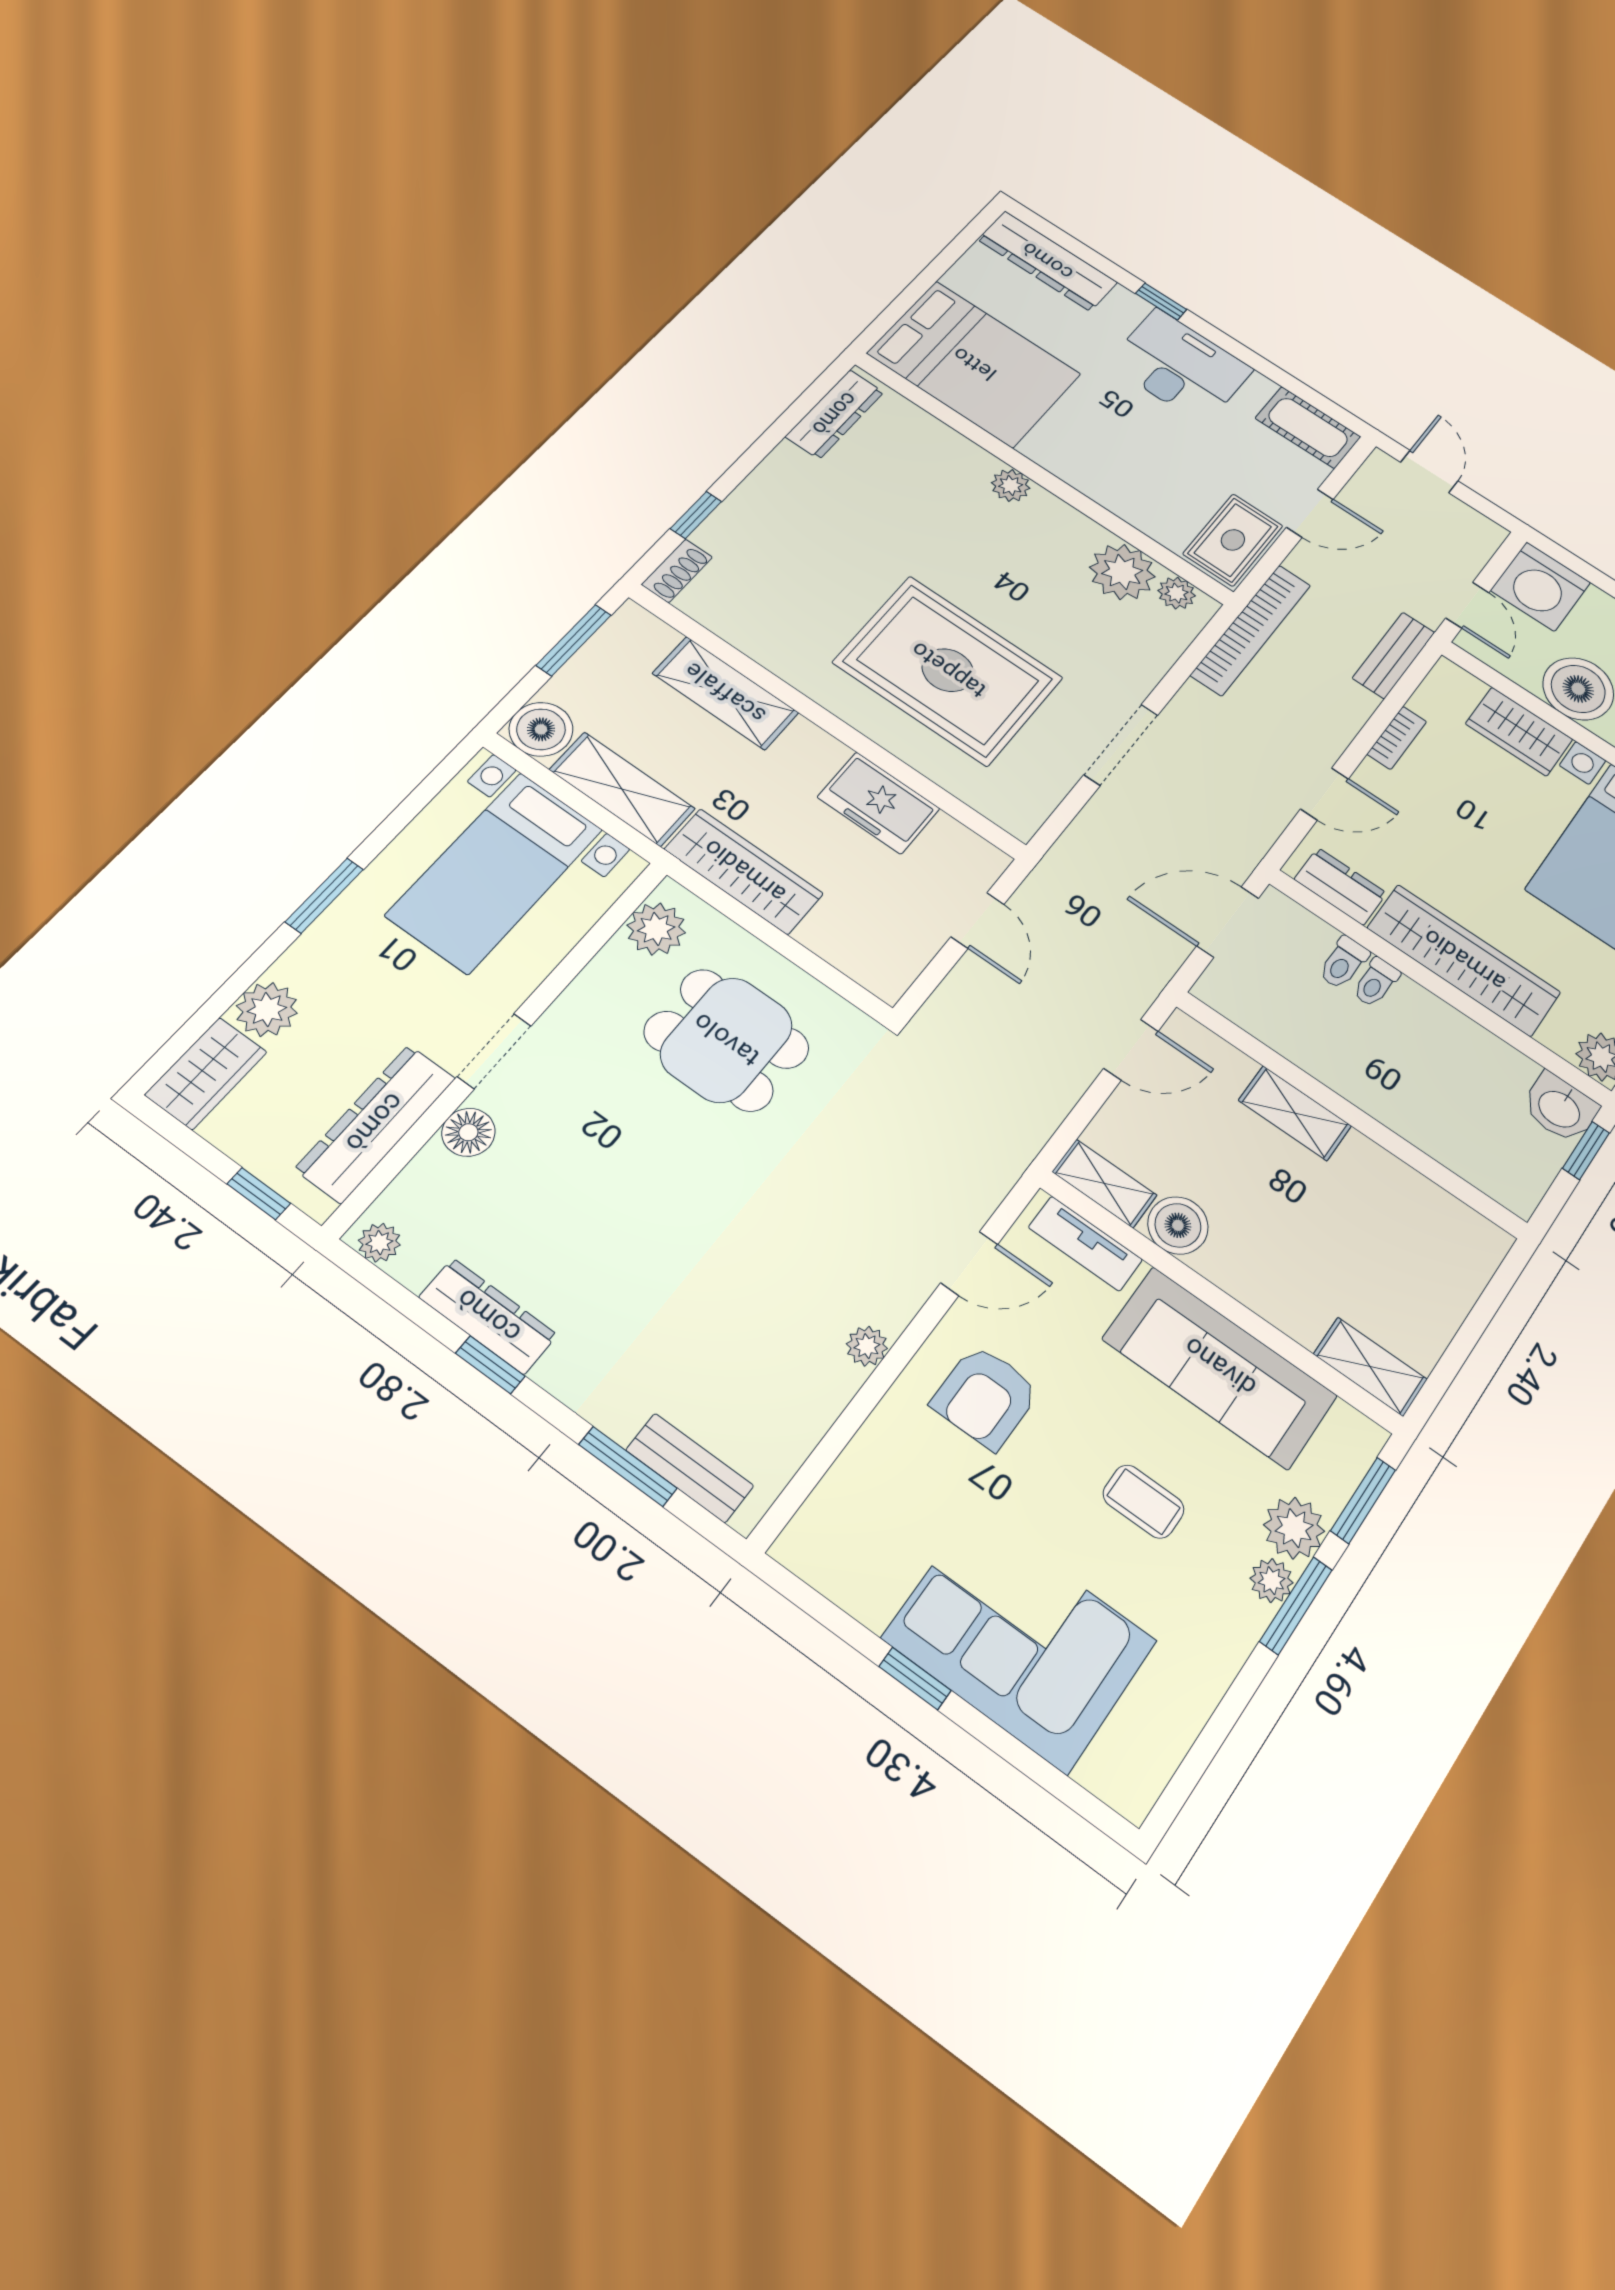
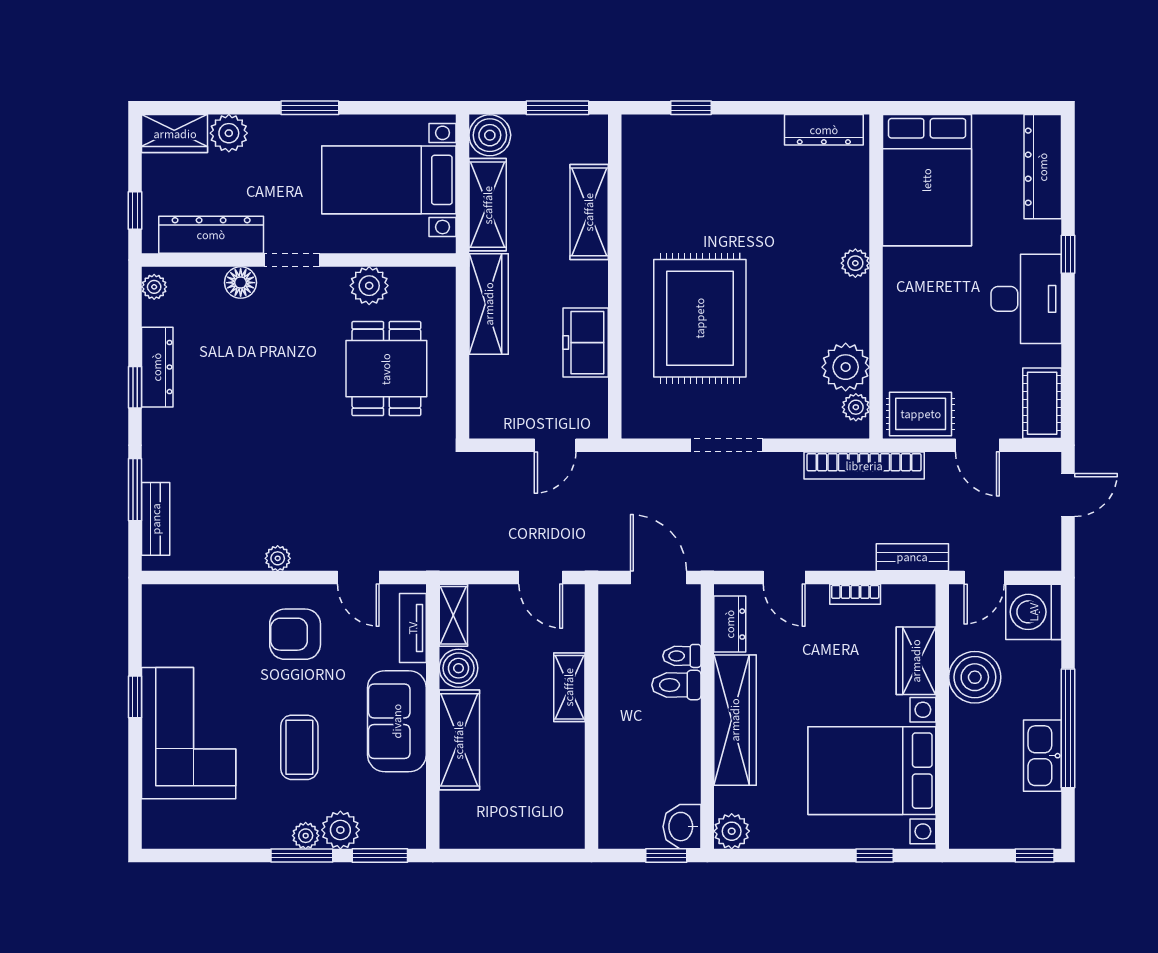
shoe rack: (677, 571) -> (646, 126), removed
plant: (656, 929) -> (369, 286), moved
toilet: (1376, 983) -> (676, 685), width x1.37, depth x1.39
sofa: (1220, 1367) -> (397, 721), width x0.73
shelving: (1370, 1367) -> (459, 740), moved, width x1.50, depth x1.33
coffee table: (1144, 1502) -> (299, 747), width x1.36, depth x1.30

